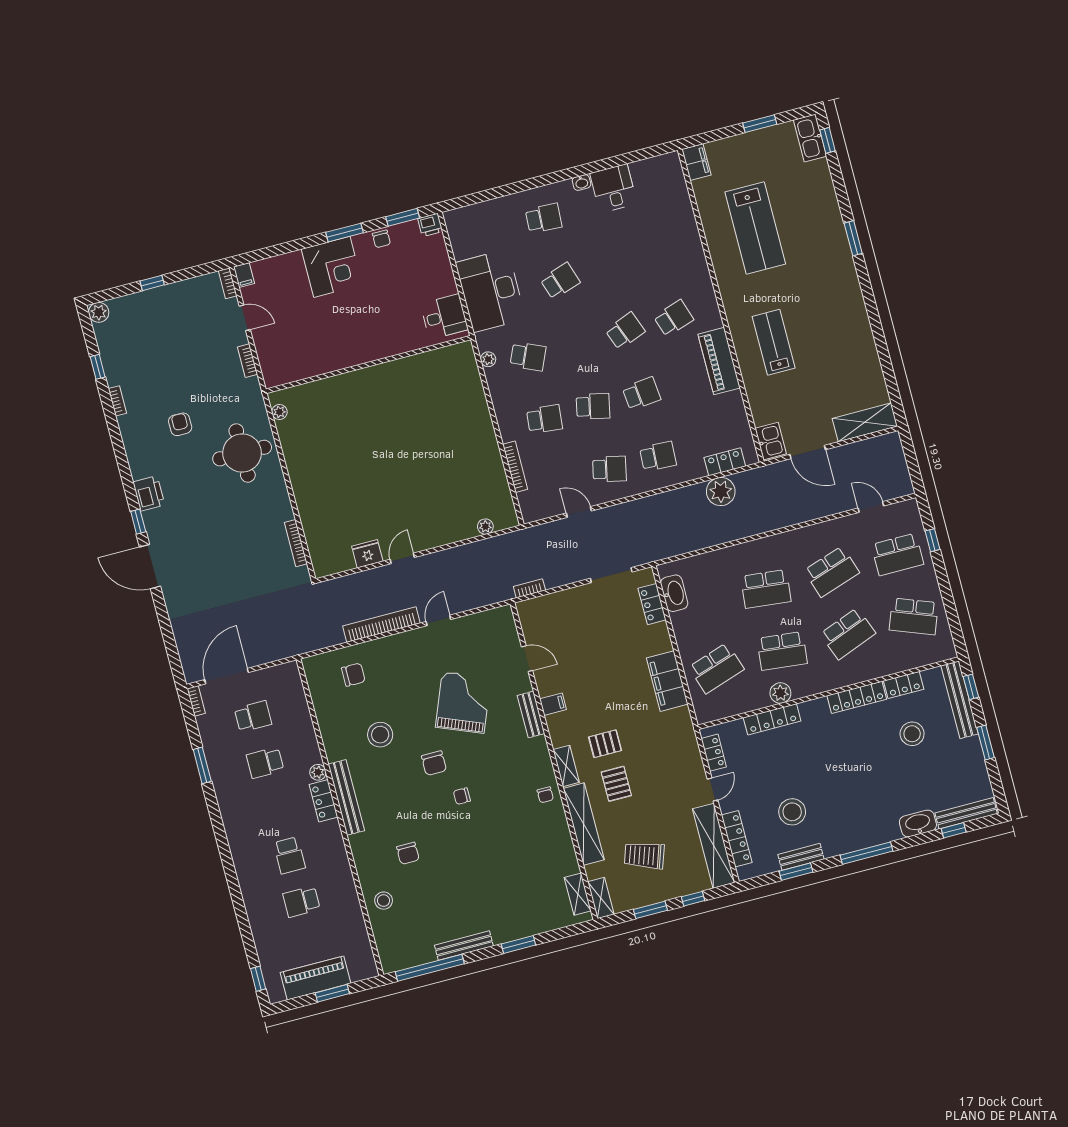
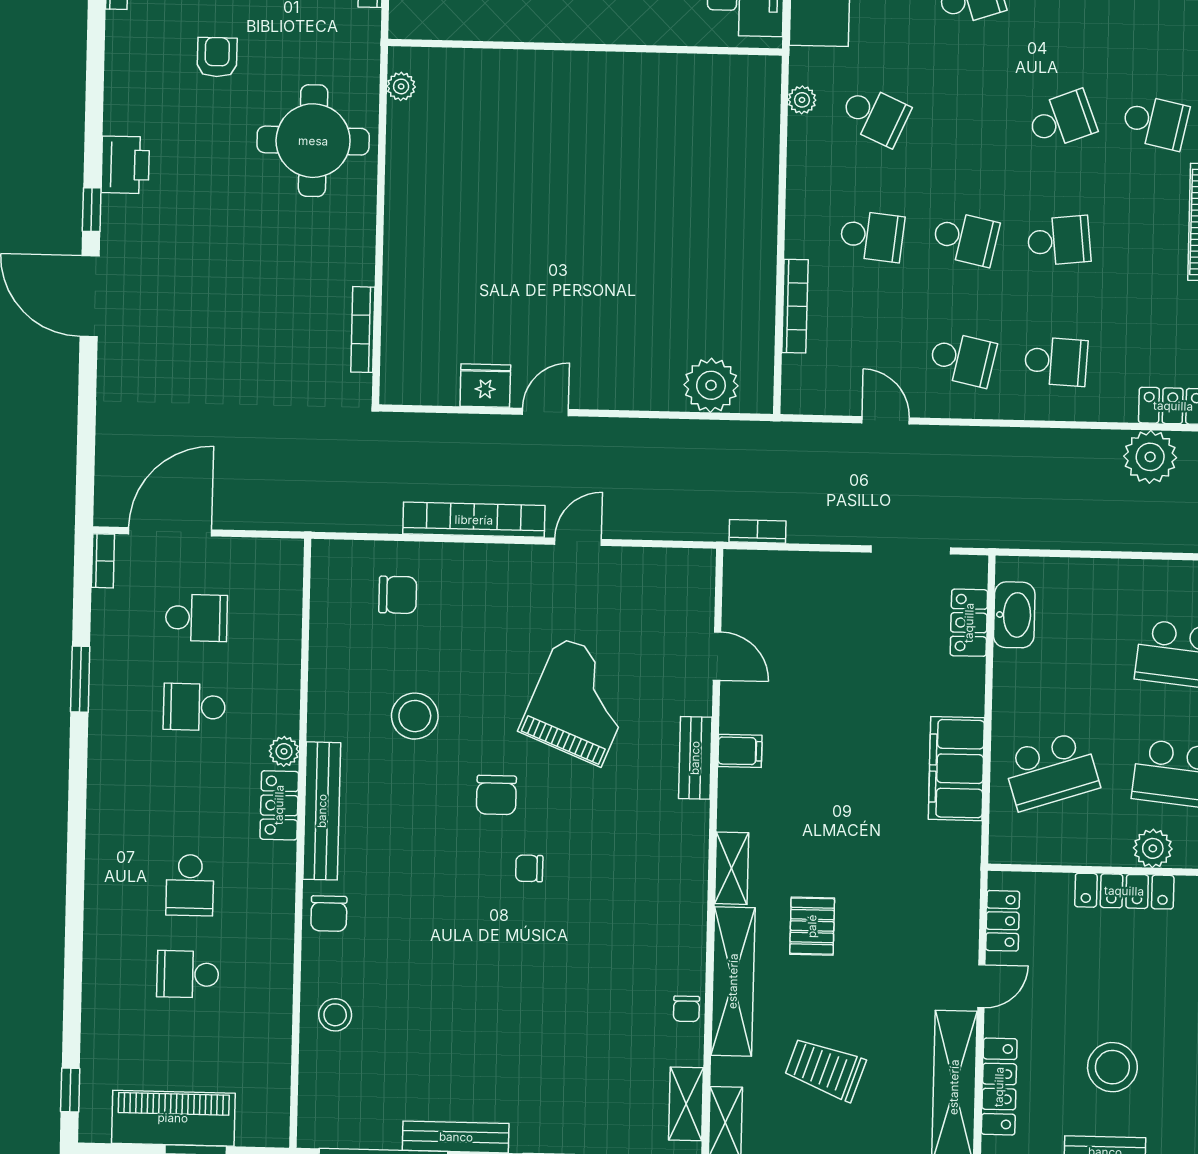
school desk: (674, 318) -> (1155, 122), turned 30
plant: (485, 527) -> (711, 385), width x1.88, depth x1.88
pallet: (605, 744) -> (813, 849), removed
chair: (545, 795) -> (686, 1009), moved
chair: (408, 853) -> (329, 914), moved

